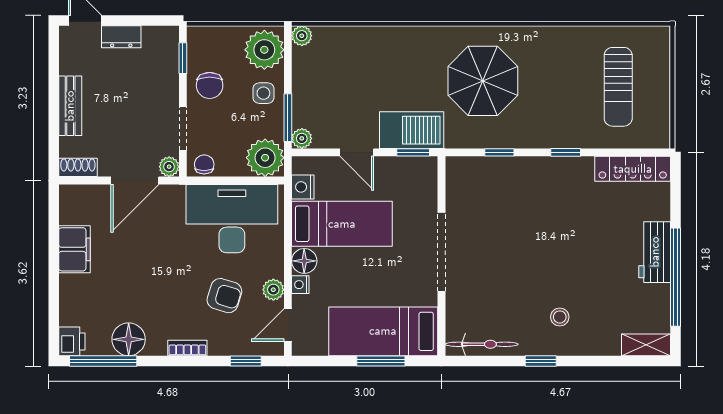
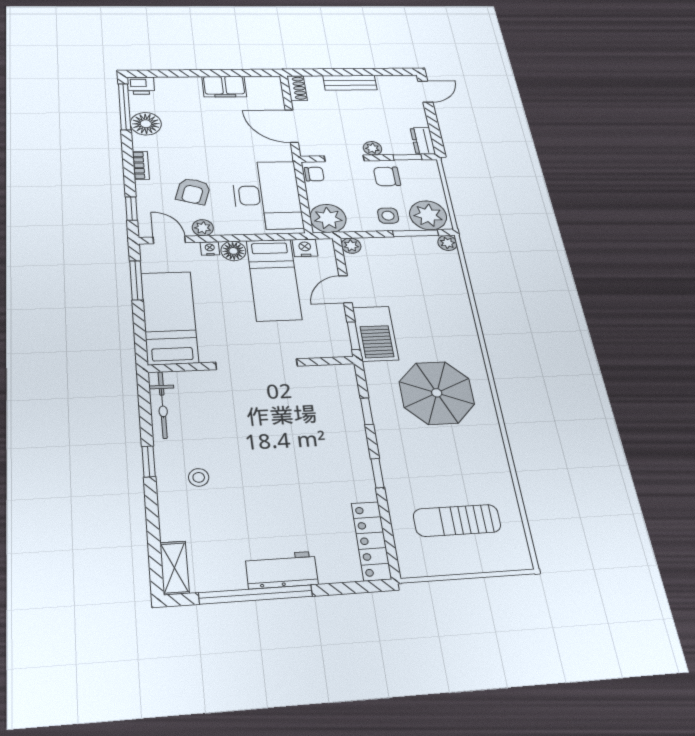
dresser: (121, 37) -> (423, 141), moved
window: (288, 118) -> (416, 233), moved
plant: (169, 167) -> (372, 148), moved
window: (381, 361) -> (136, 280), moved

